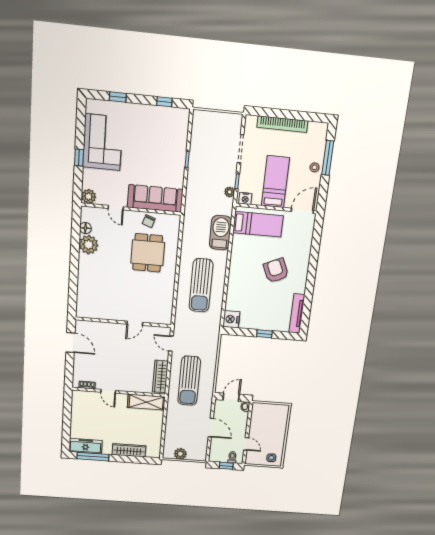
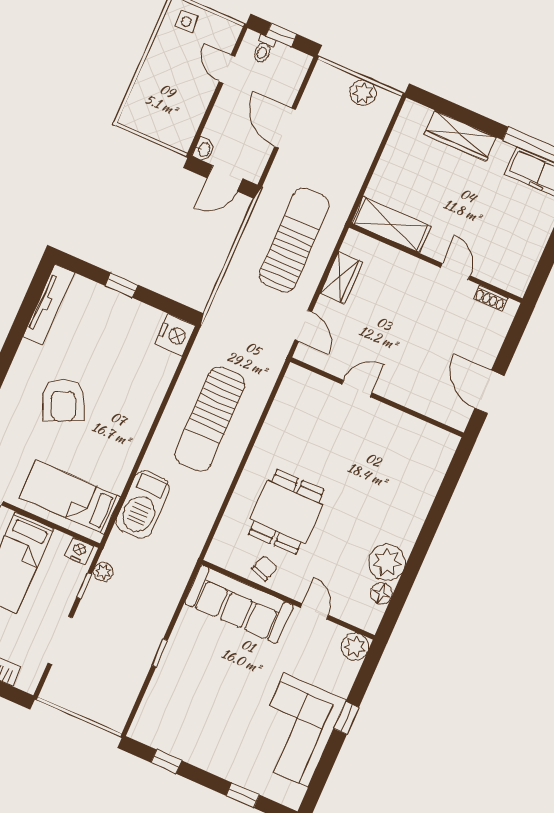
sun lounger: (201, 285) -> (210, 419), turned 180
wardrobe: (160, 377) -> (341, 278), width x0.67

